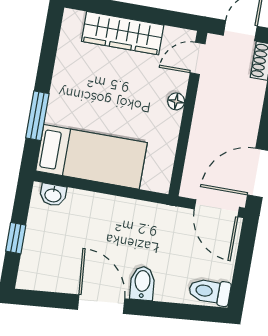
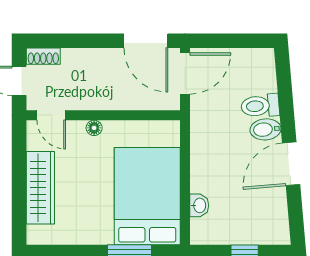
bed: (91, 157) -> (147, 196), width x1.50
washbasin: (53, 195) -> (199, 205), moved
toilet: (210, 292) -> (260, 106), moved, turned 85

